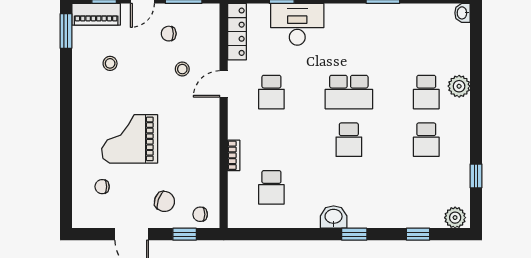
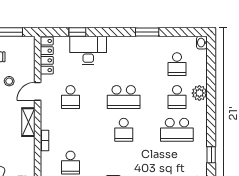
school desk: (426, 44) -> (177, 64), added
shelving: (210, 129) -> (28, 122), added
school desk: (426, 140) -> (177, 130), width x1.85

